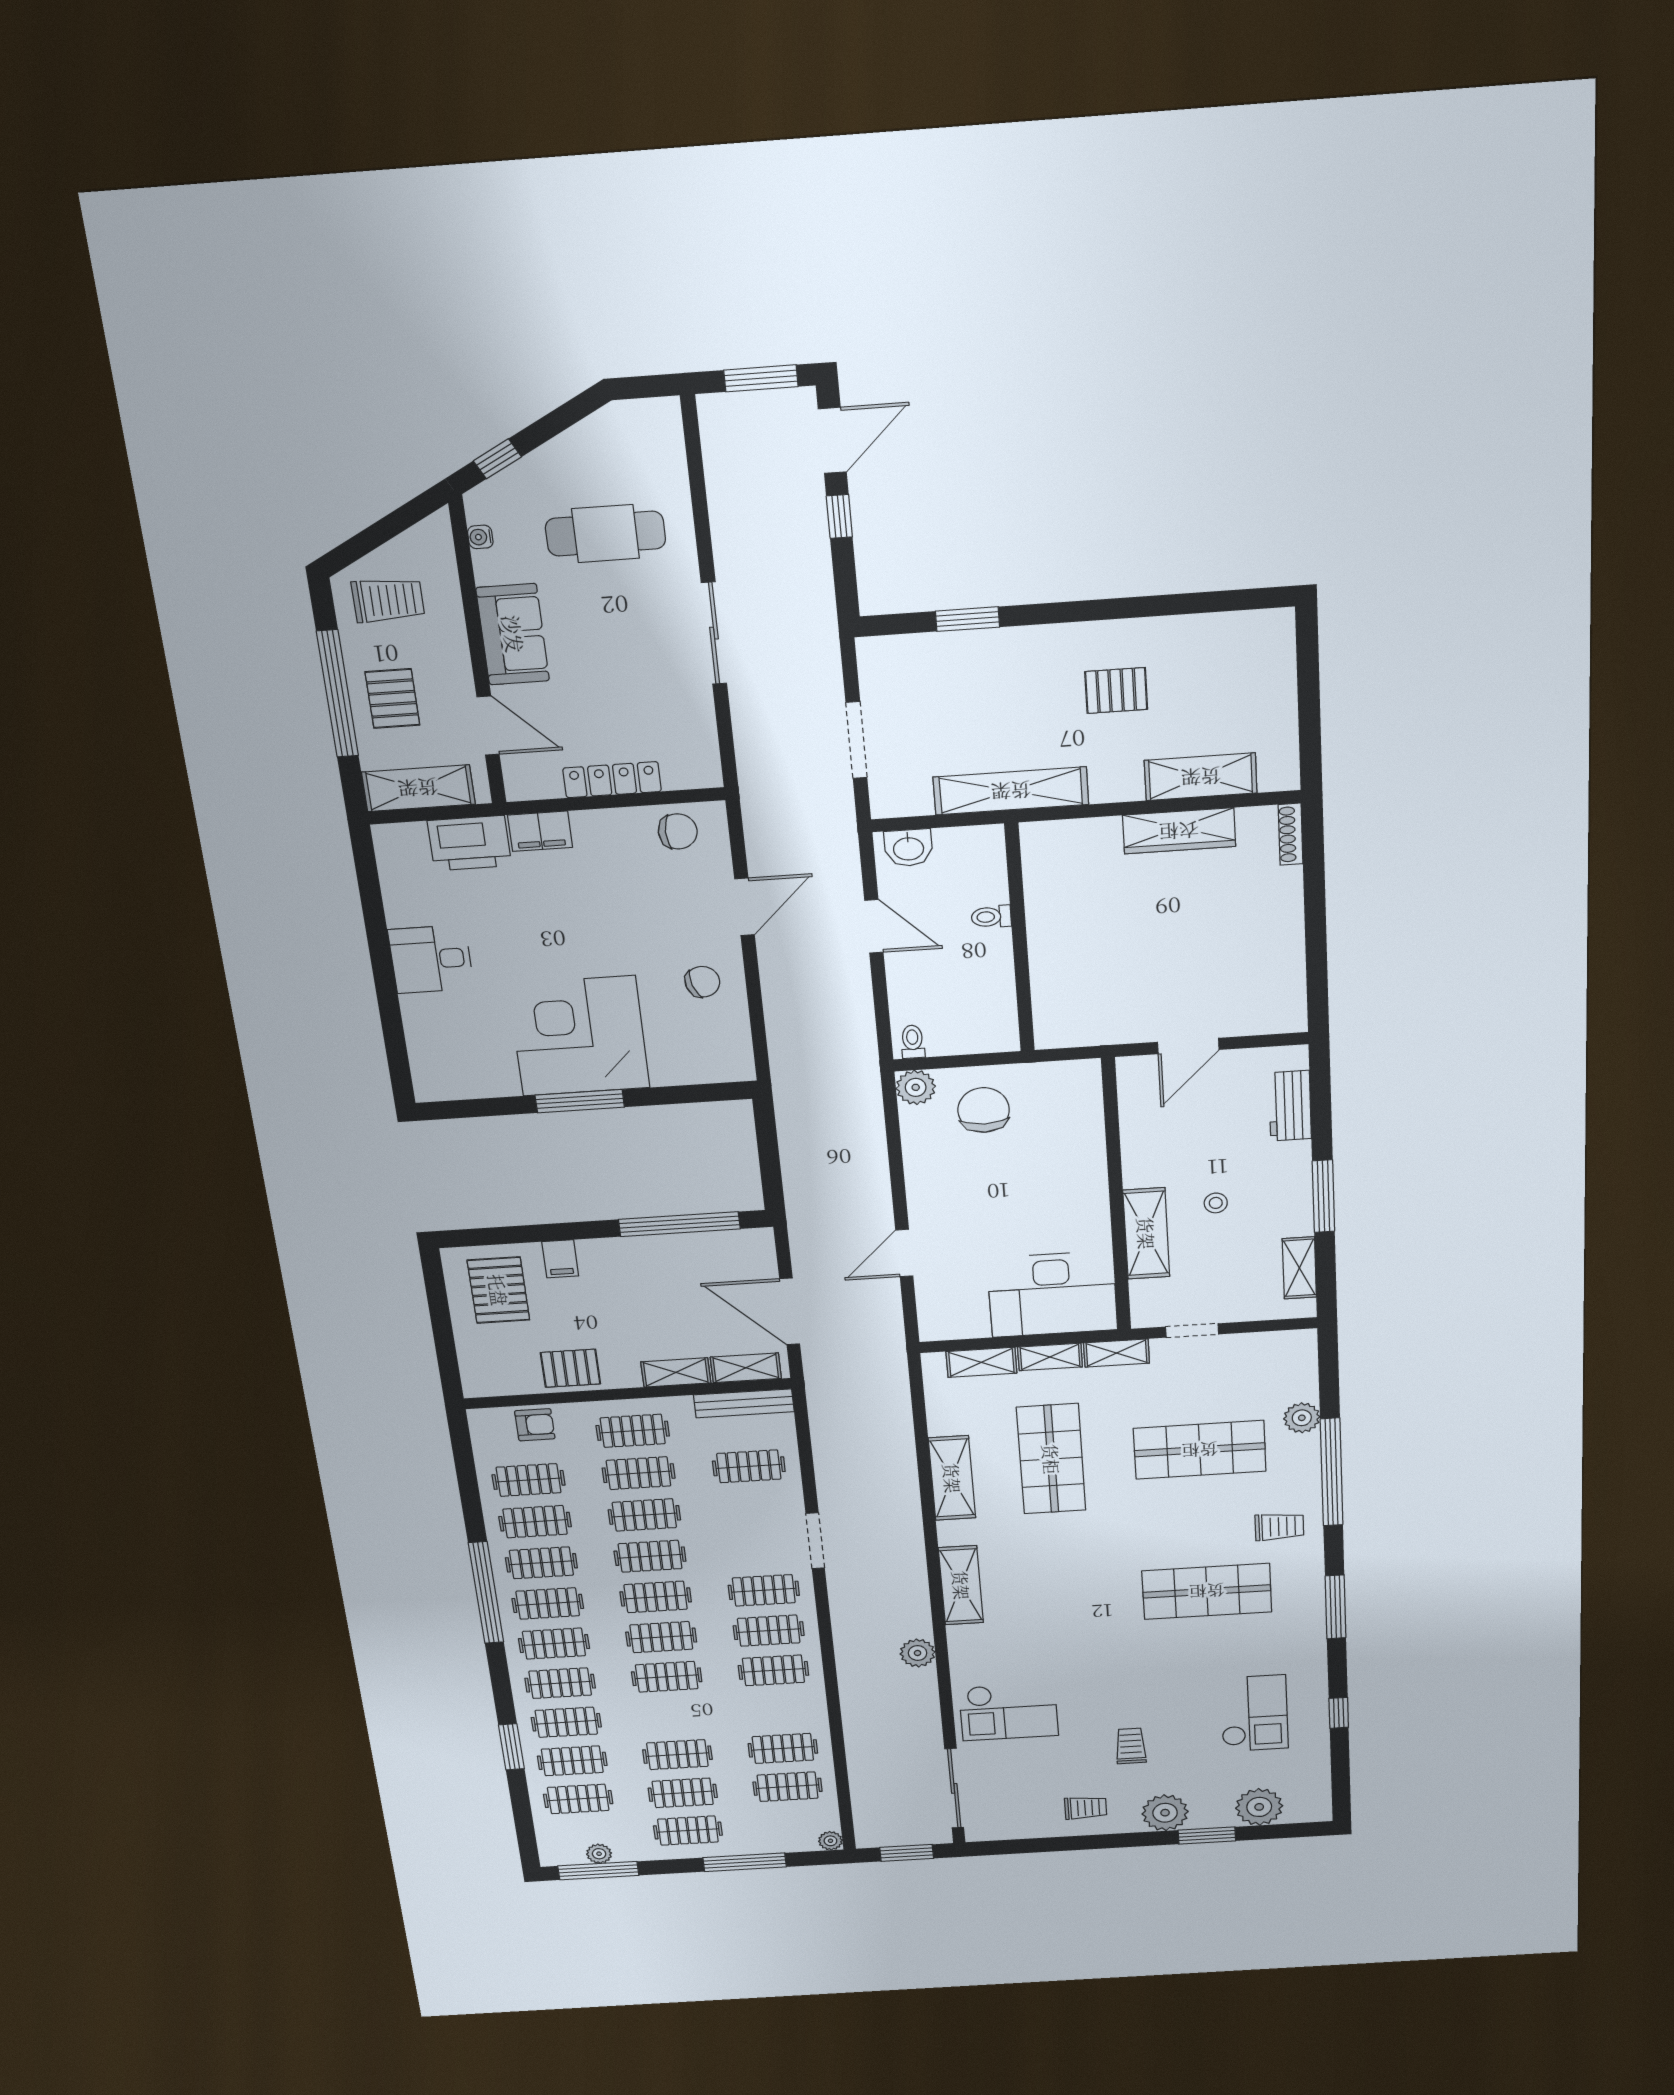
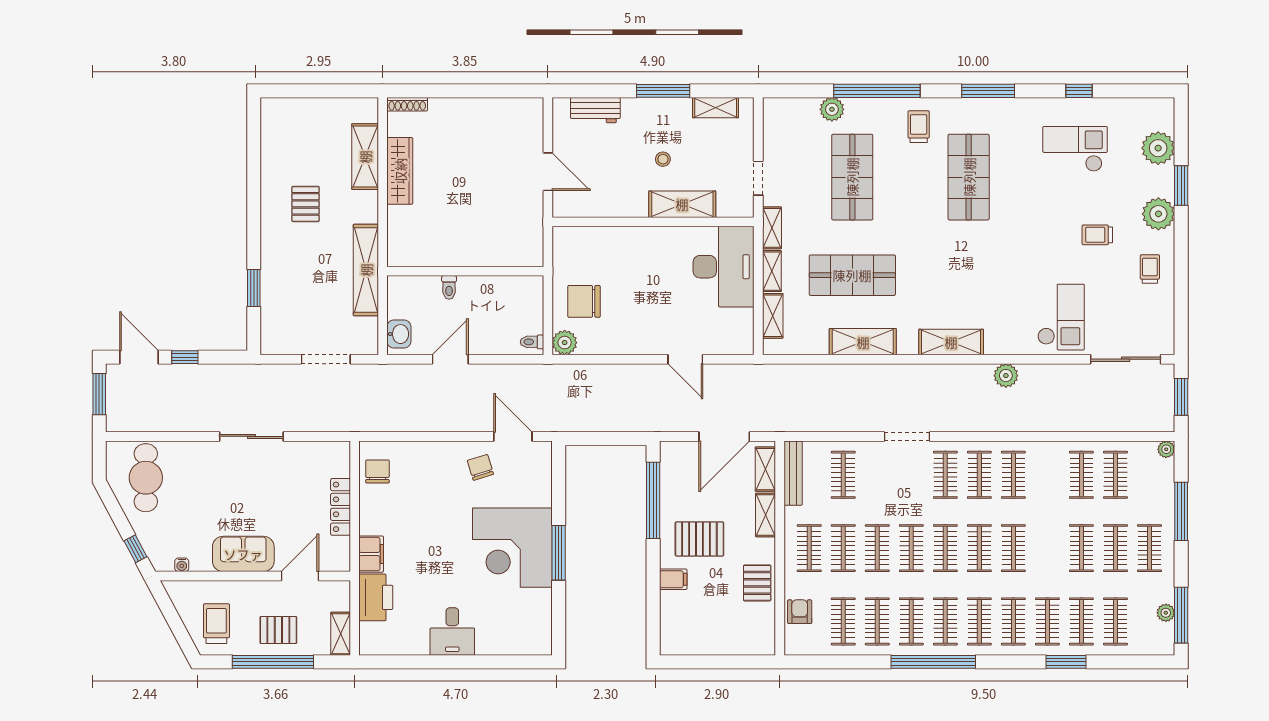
cafe table: (605, 534) -> (146, 478), moved
shelving: (418, 788) -> (341, 634), width x0.67, depth x0.75
door: (745, 907) -> (513, 436), moved
pallet: (498, 1290) -> (699, 539), moved

